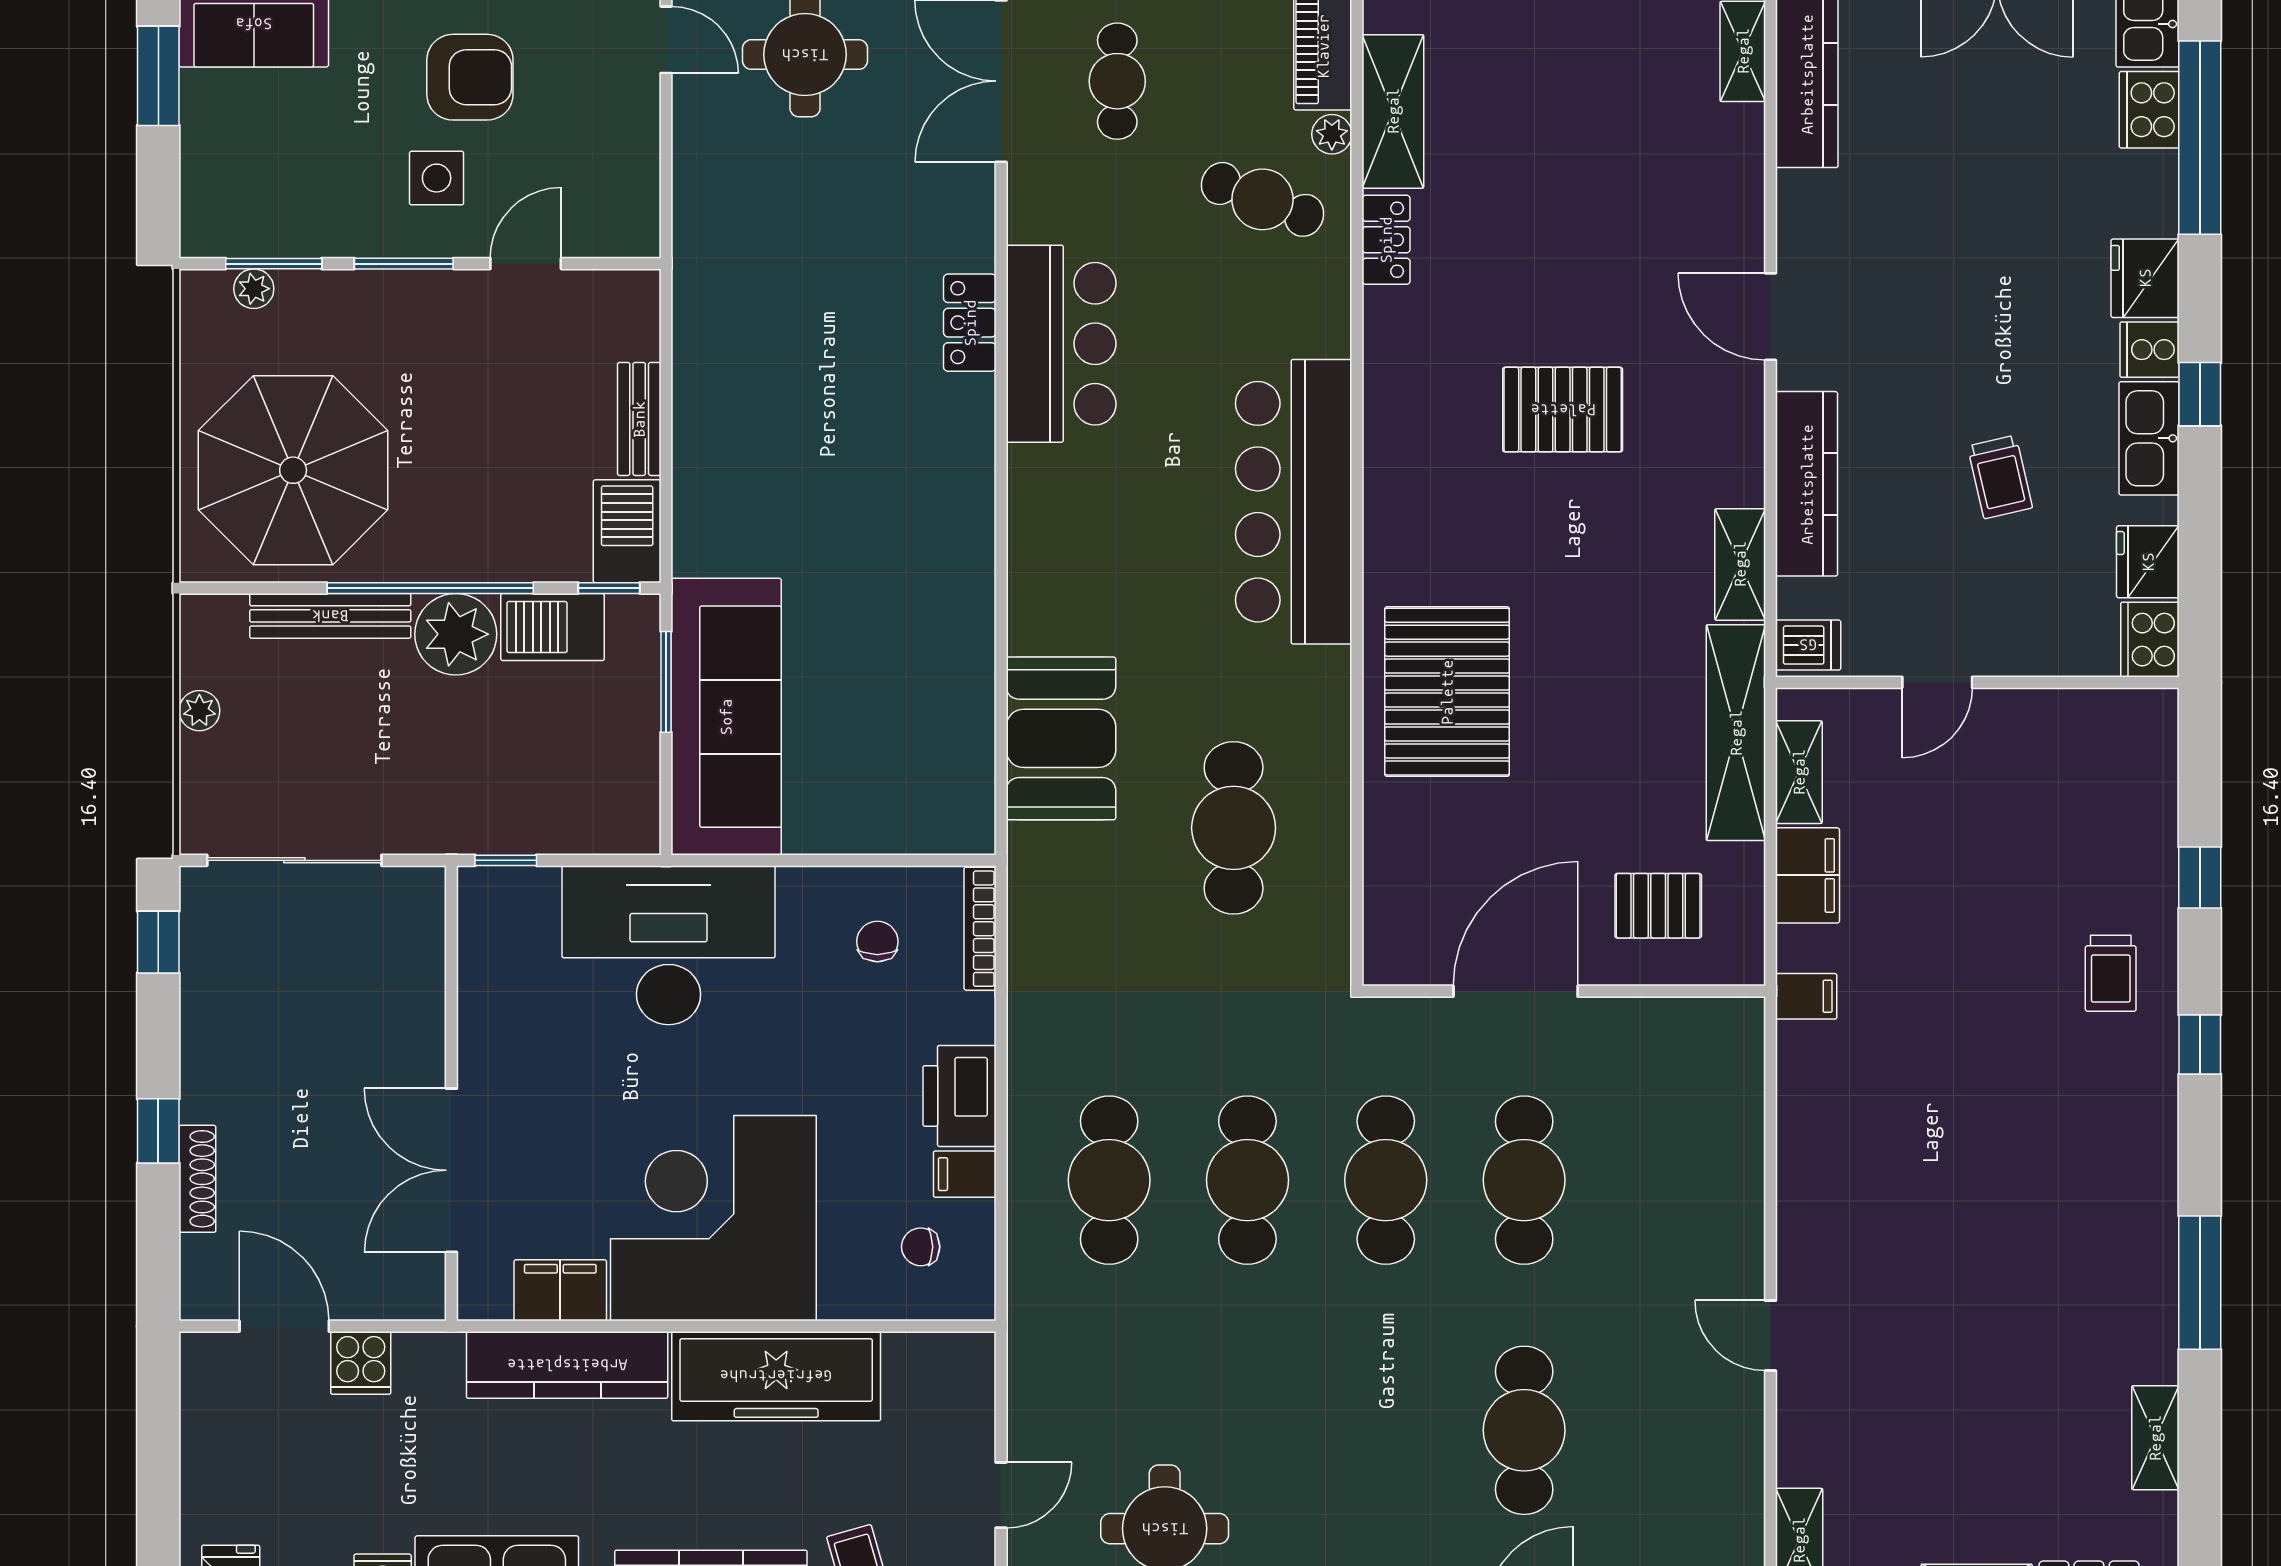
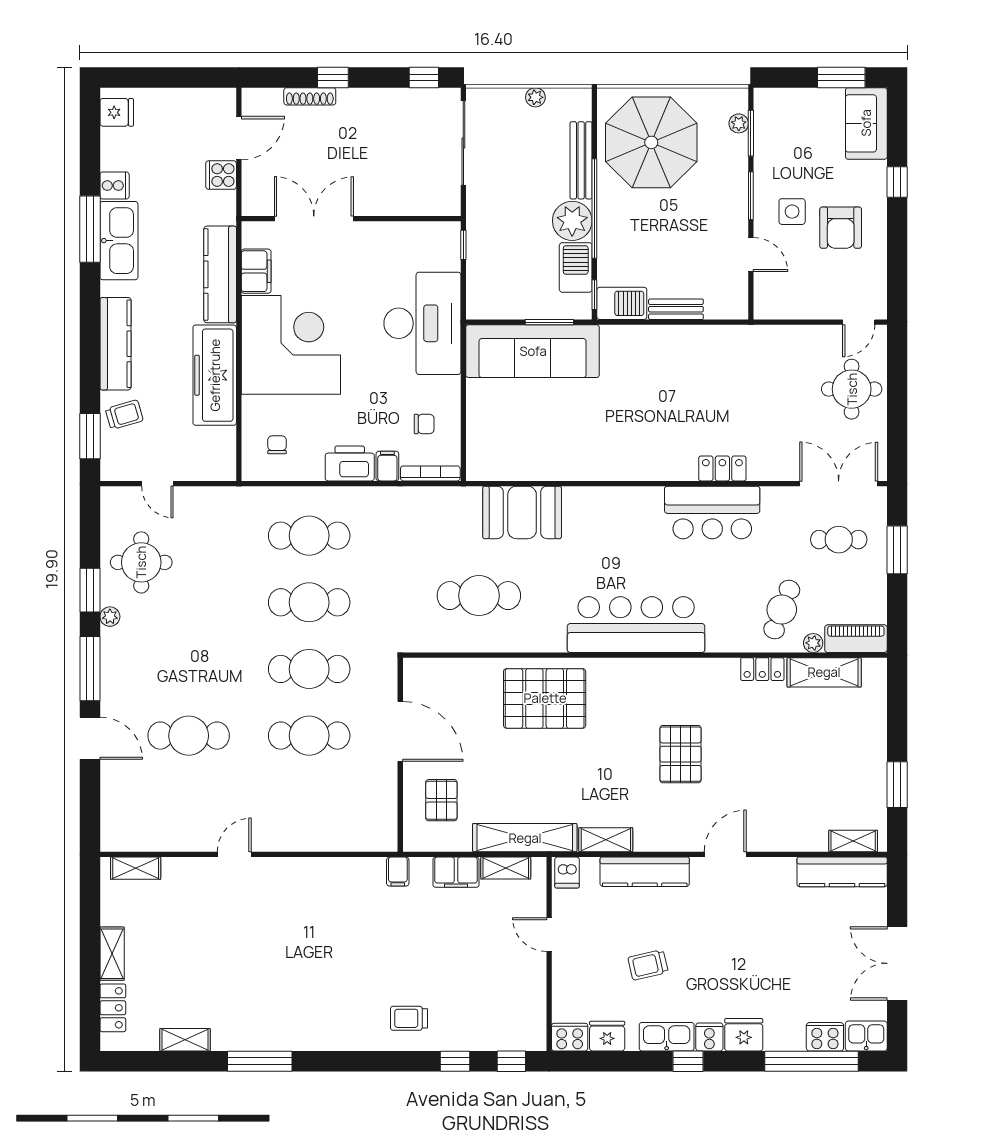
window: (2200, 1045) -> (511, 1061), moved
filing cabinet: (965, 1174) -> (387, 466), moved

